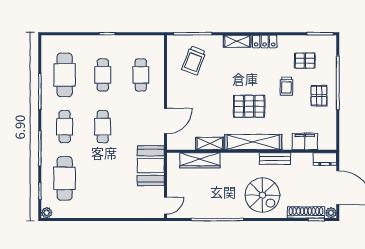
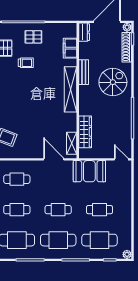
pallet: (249, 106) -> (42, 93), removed
cafe table: (65, 127) -> (58, 240), width x1.37, depth x1.35
shelving: (210, 144) -> (72, 143), moved
cafe table: (103, 178) -> (99, 210), added

